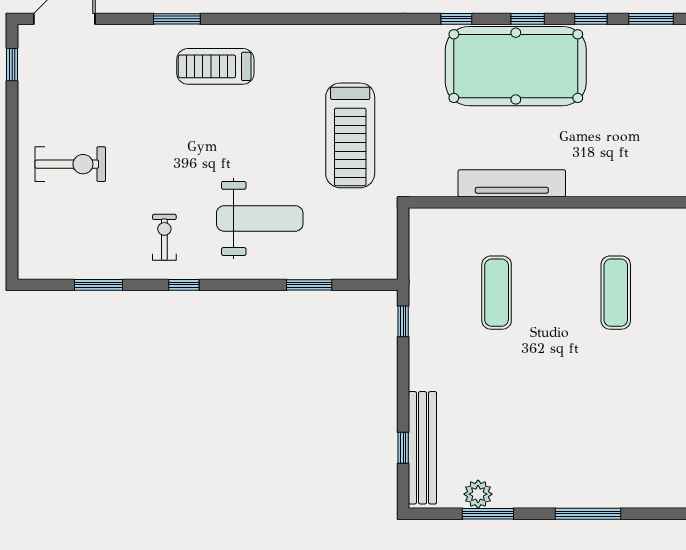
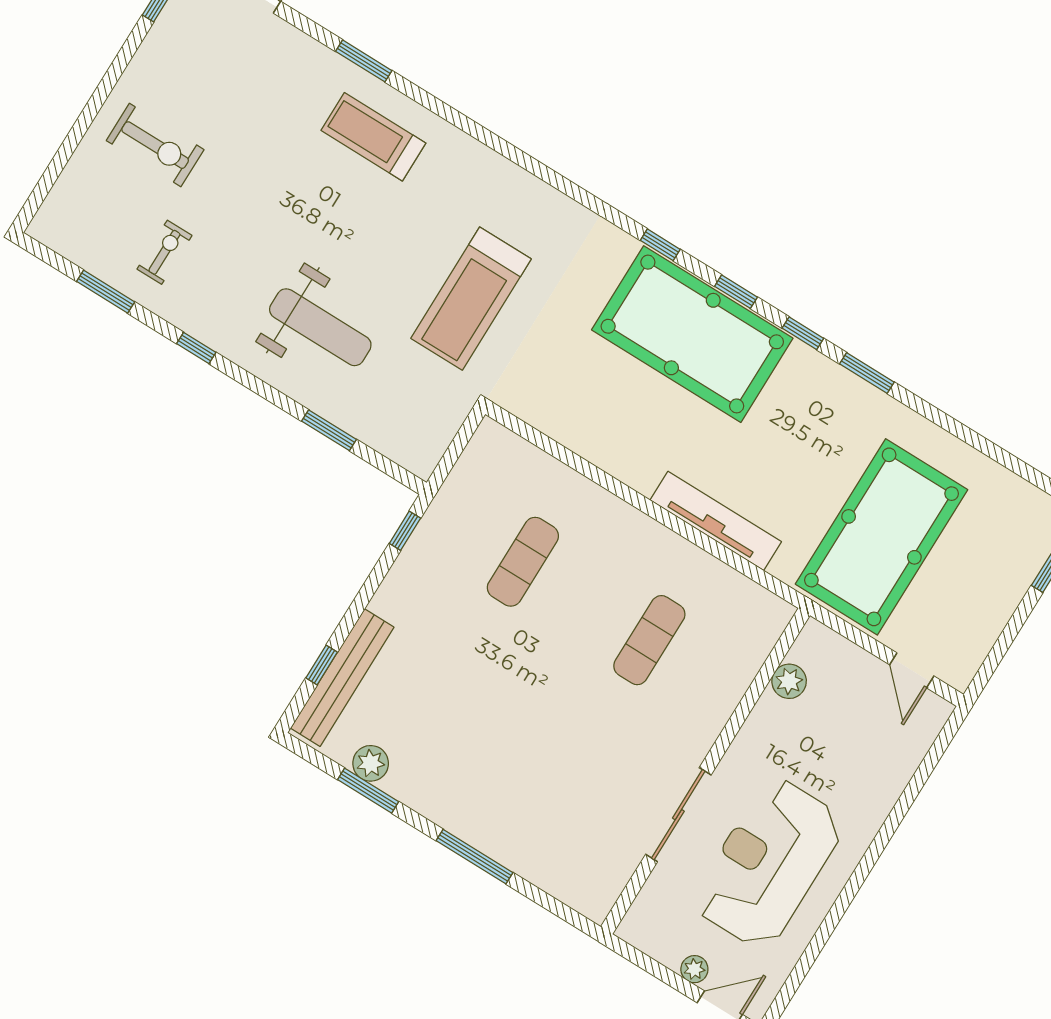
tv unit: (512, 183) -> (716, 521), moved
exercise bike: (164, 237) -> (164, 252), moved

